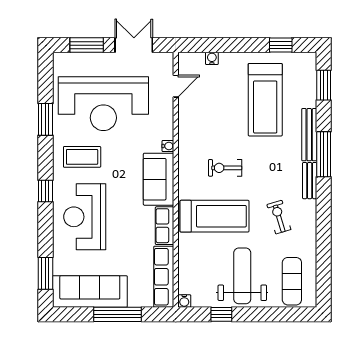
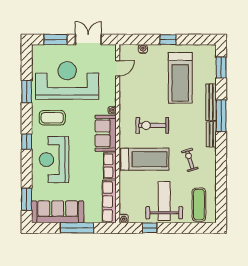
window: (281, 45) -> (168, 40), moved
reception desk: (103, 104) -> (67, 81), turned 180
exercise bike: (225, 168) -> (152, 125), width x1.38, depth x1.39

